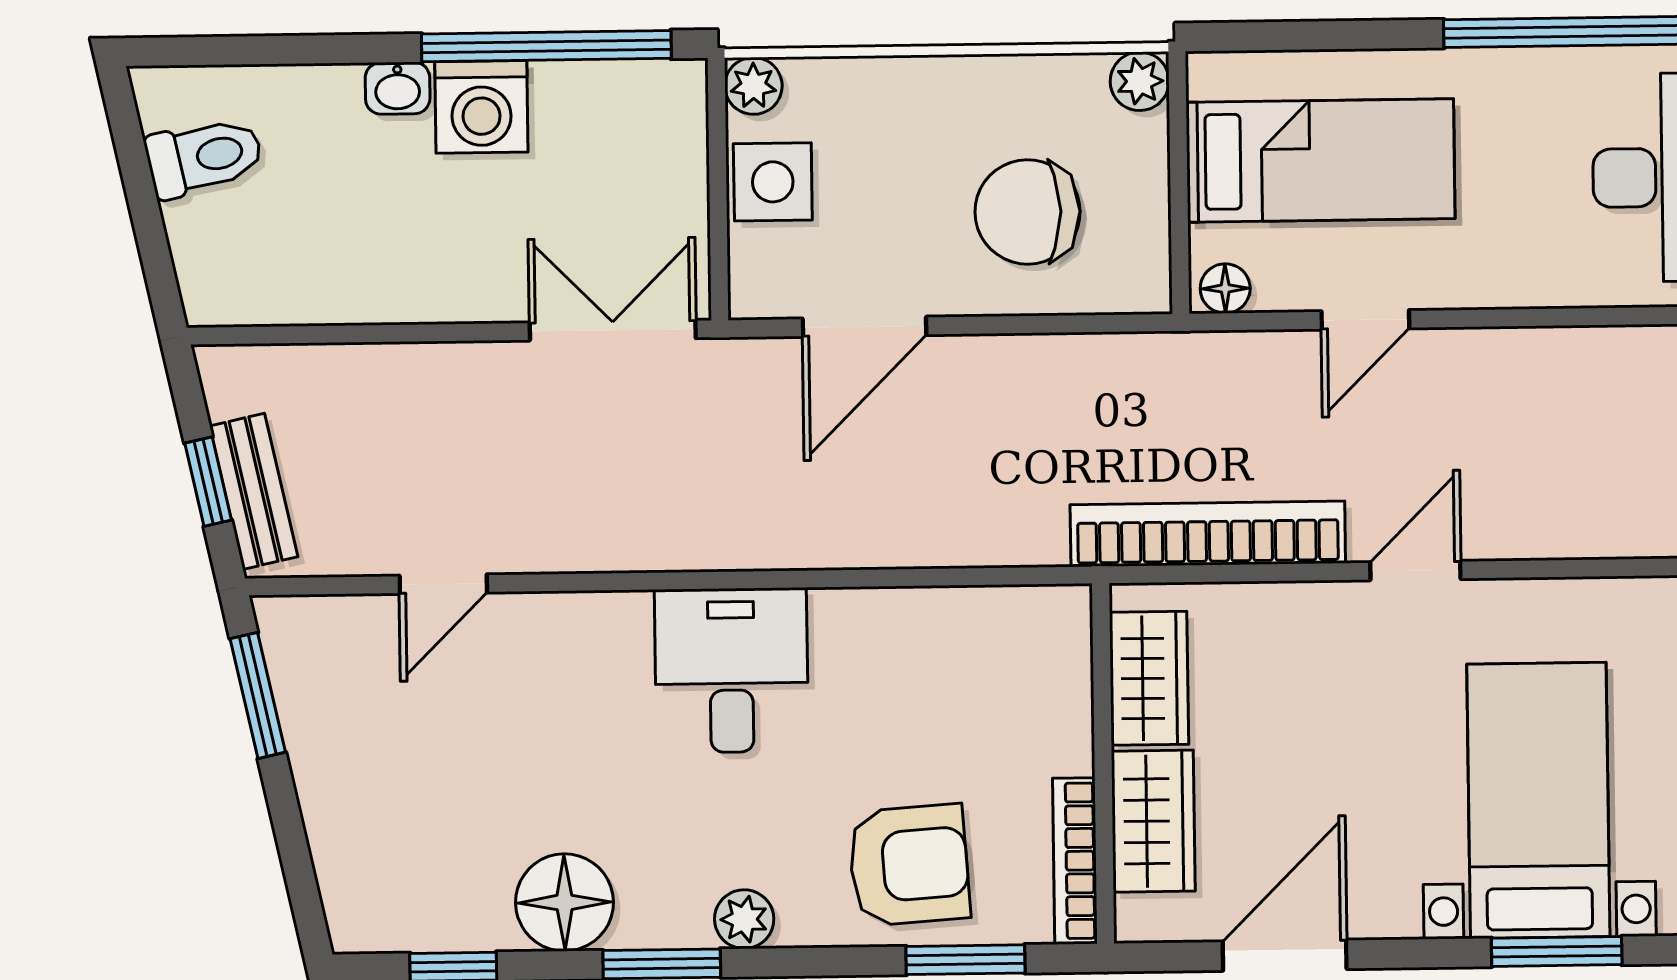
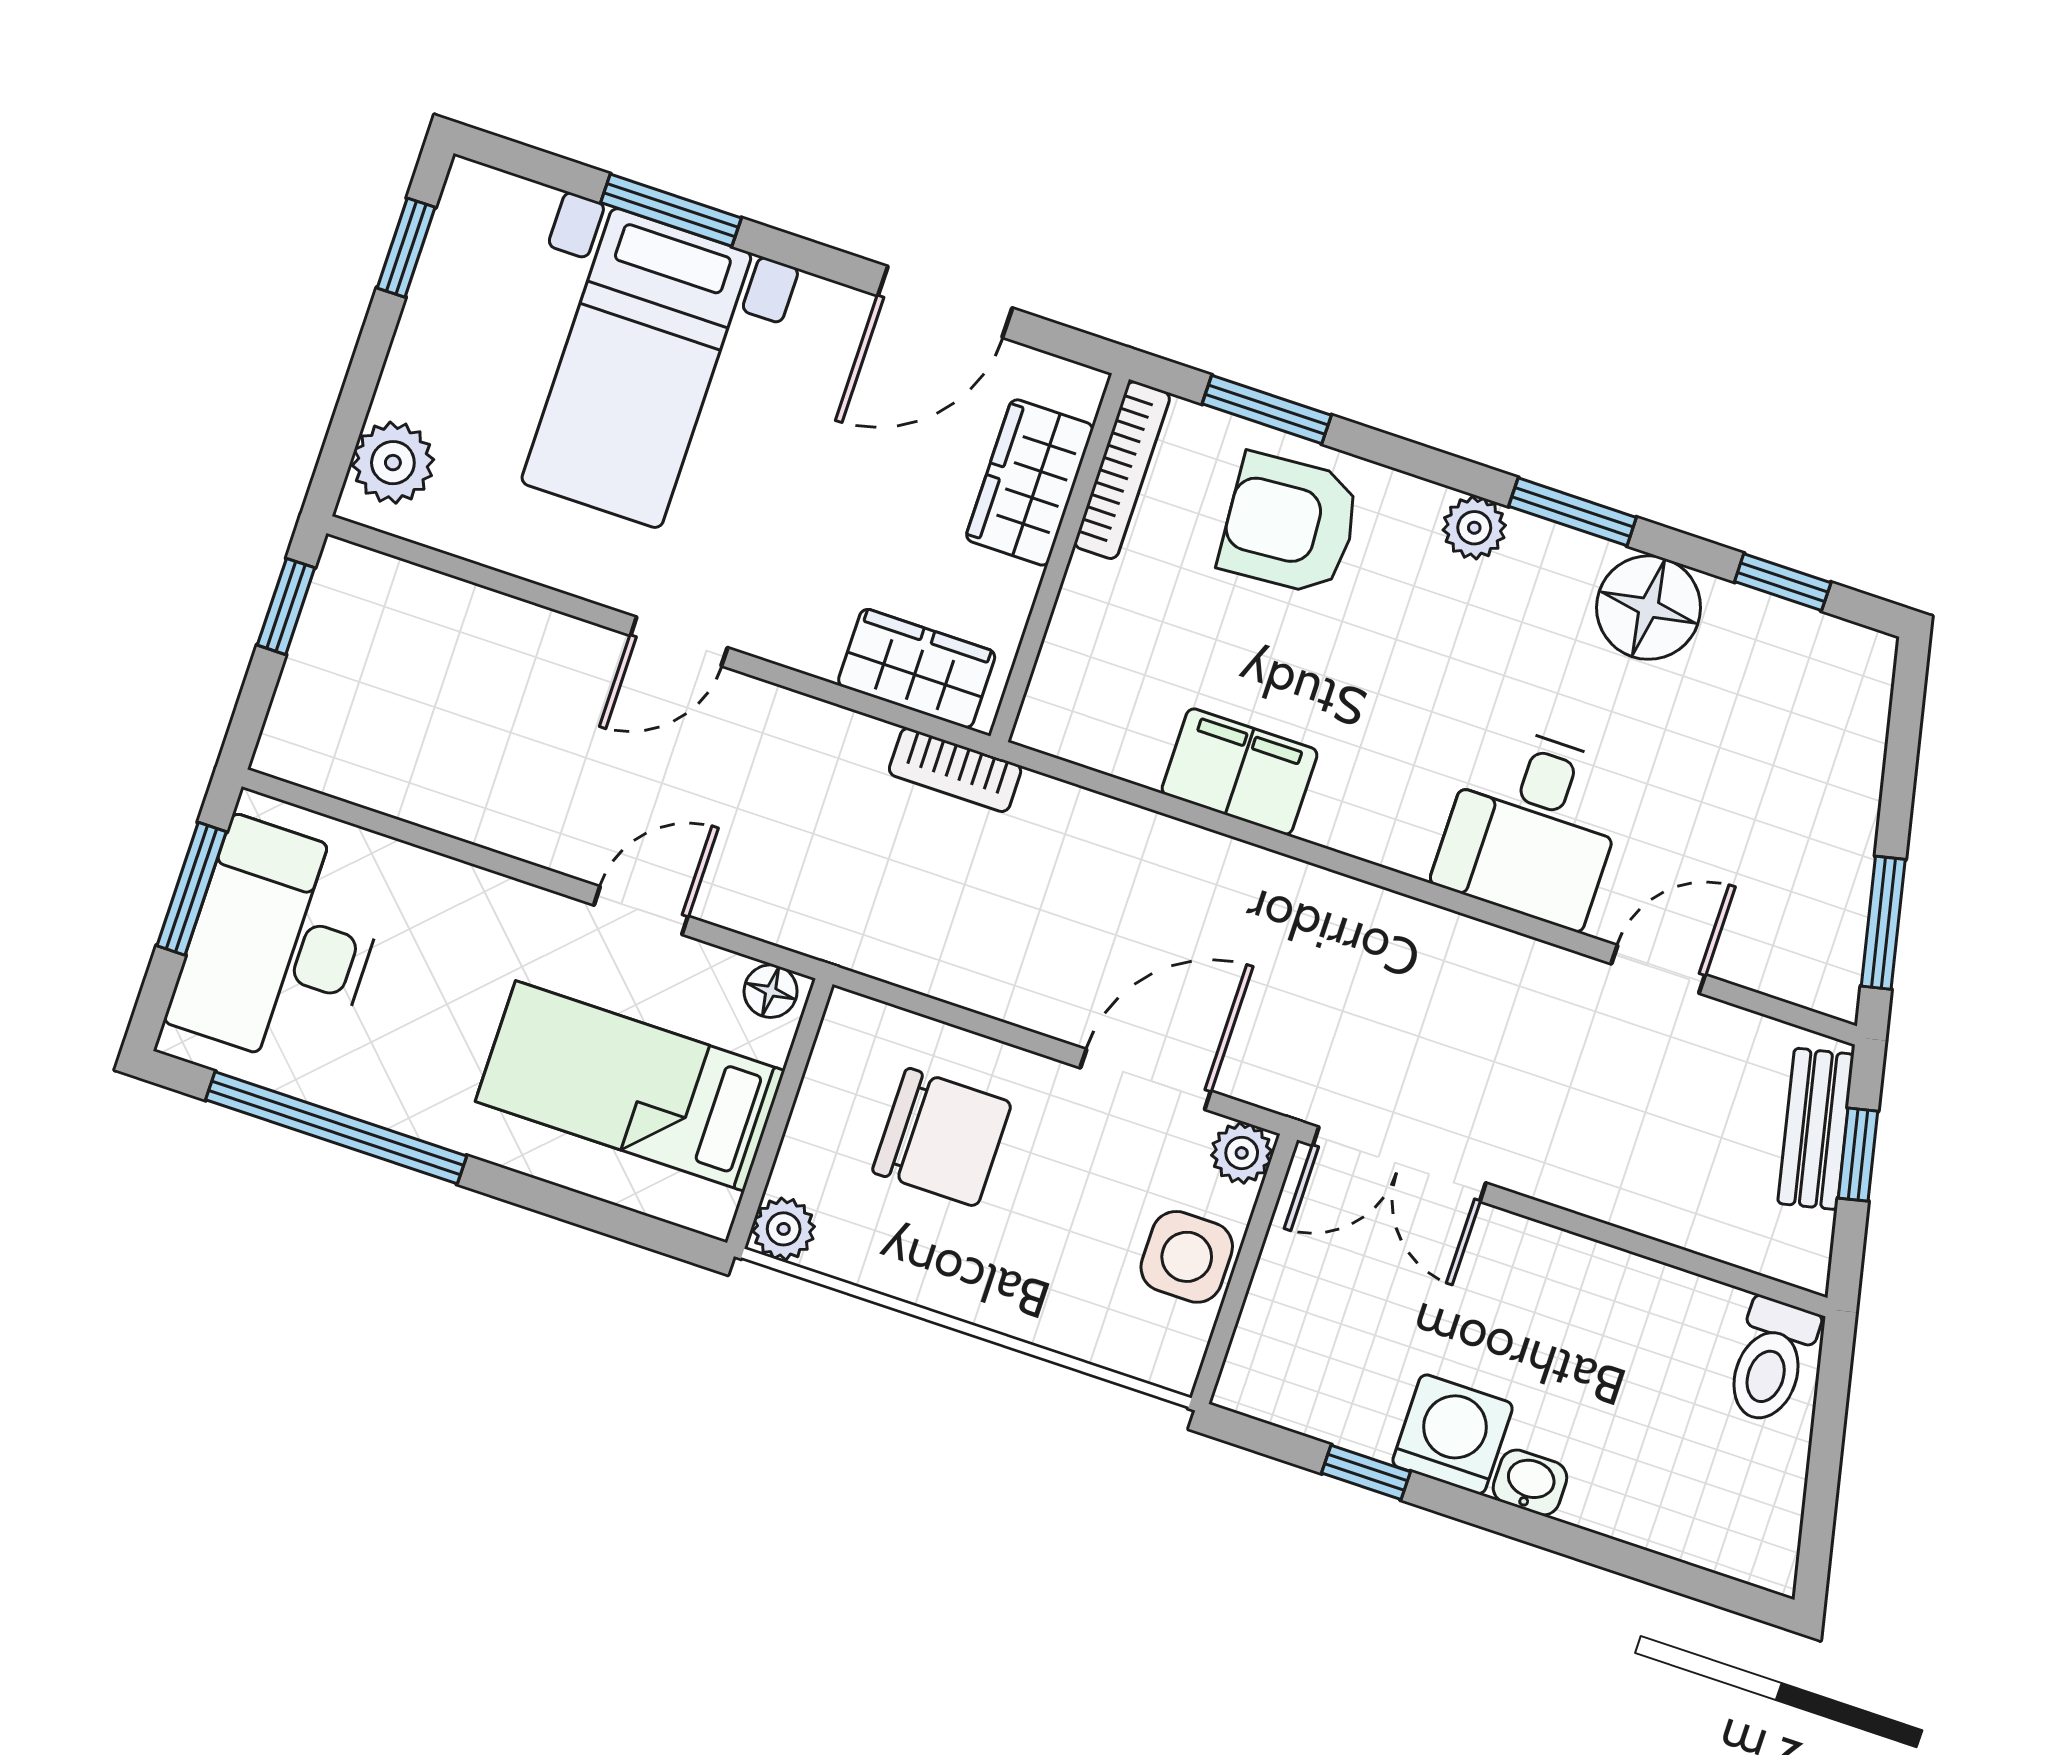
window: (546, 46) -> (1366, 1472), width x0.32
plant: (753, 86) -> (1242, 1153), moved
toilet: (204, 157) -> (1771, 1361), moved, turned -78
bookcase: (1208, 534) -> (955, 770), width x0.43, depth x0.76
filing cabinet: (877, 629) -> (1240, 772), added
desk: (731, 670) -> (1532, 826), moved
wardrobe: (1149, 678) -> (917, 668), moved, turned 90

